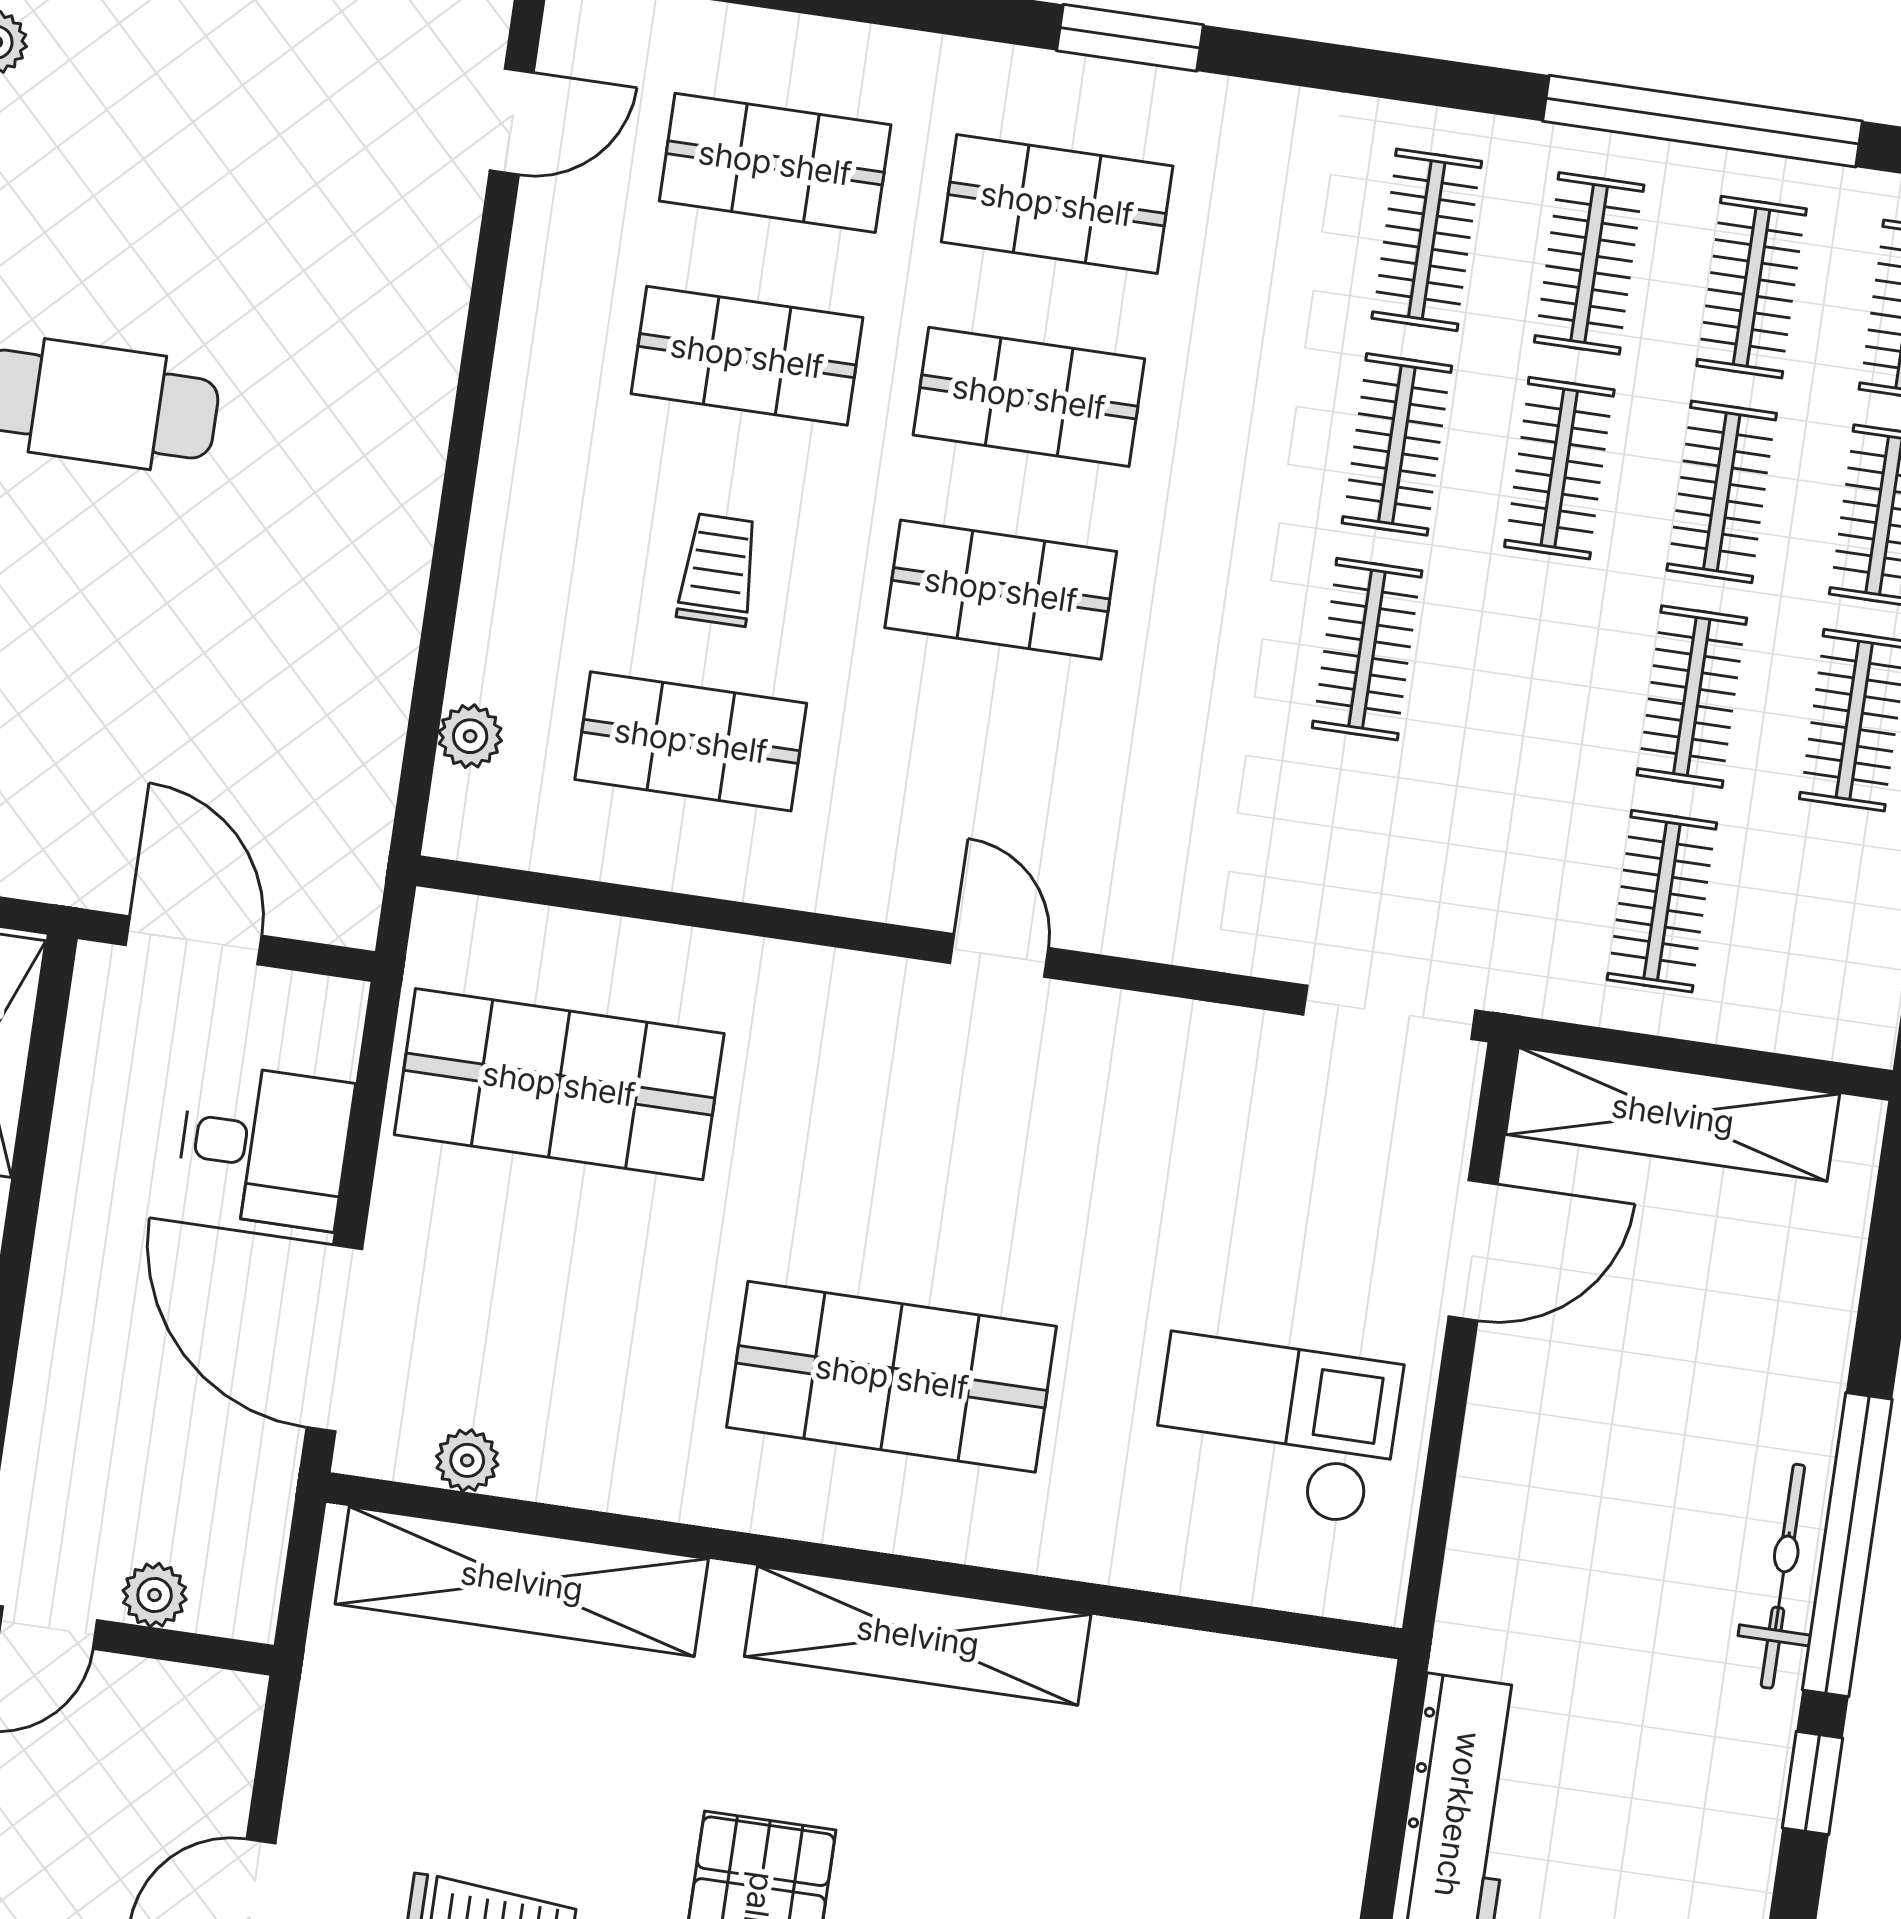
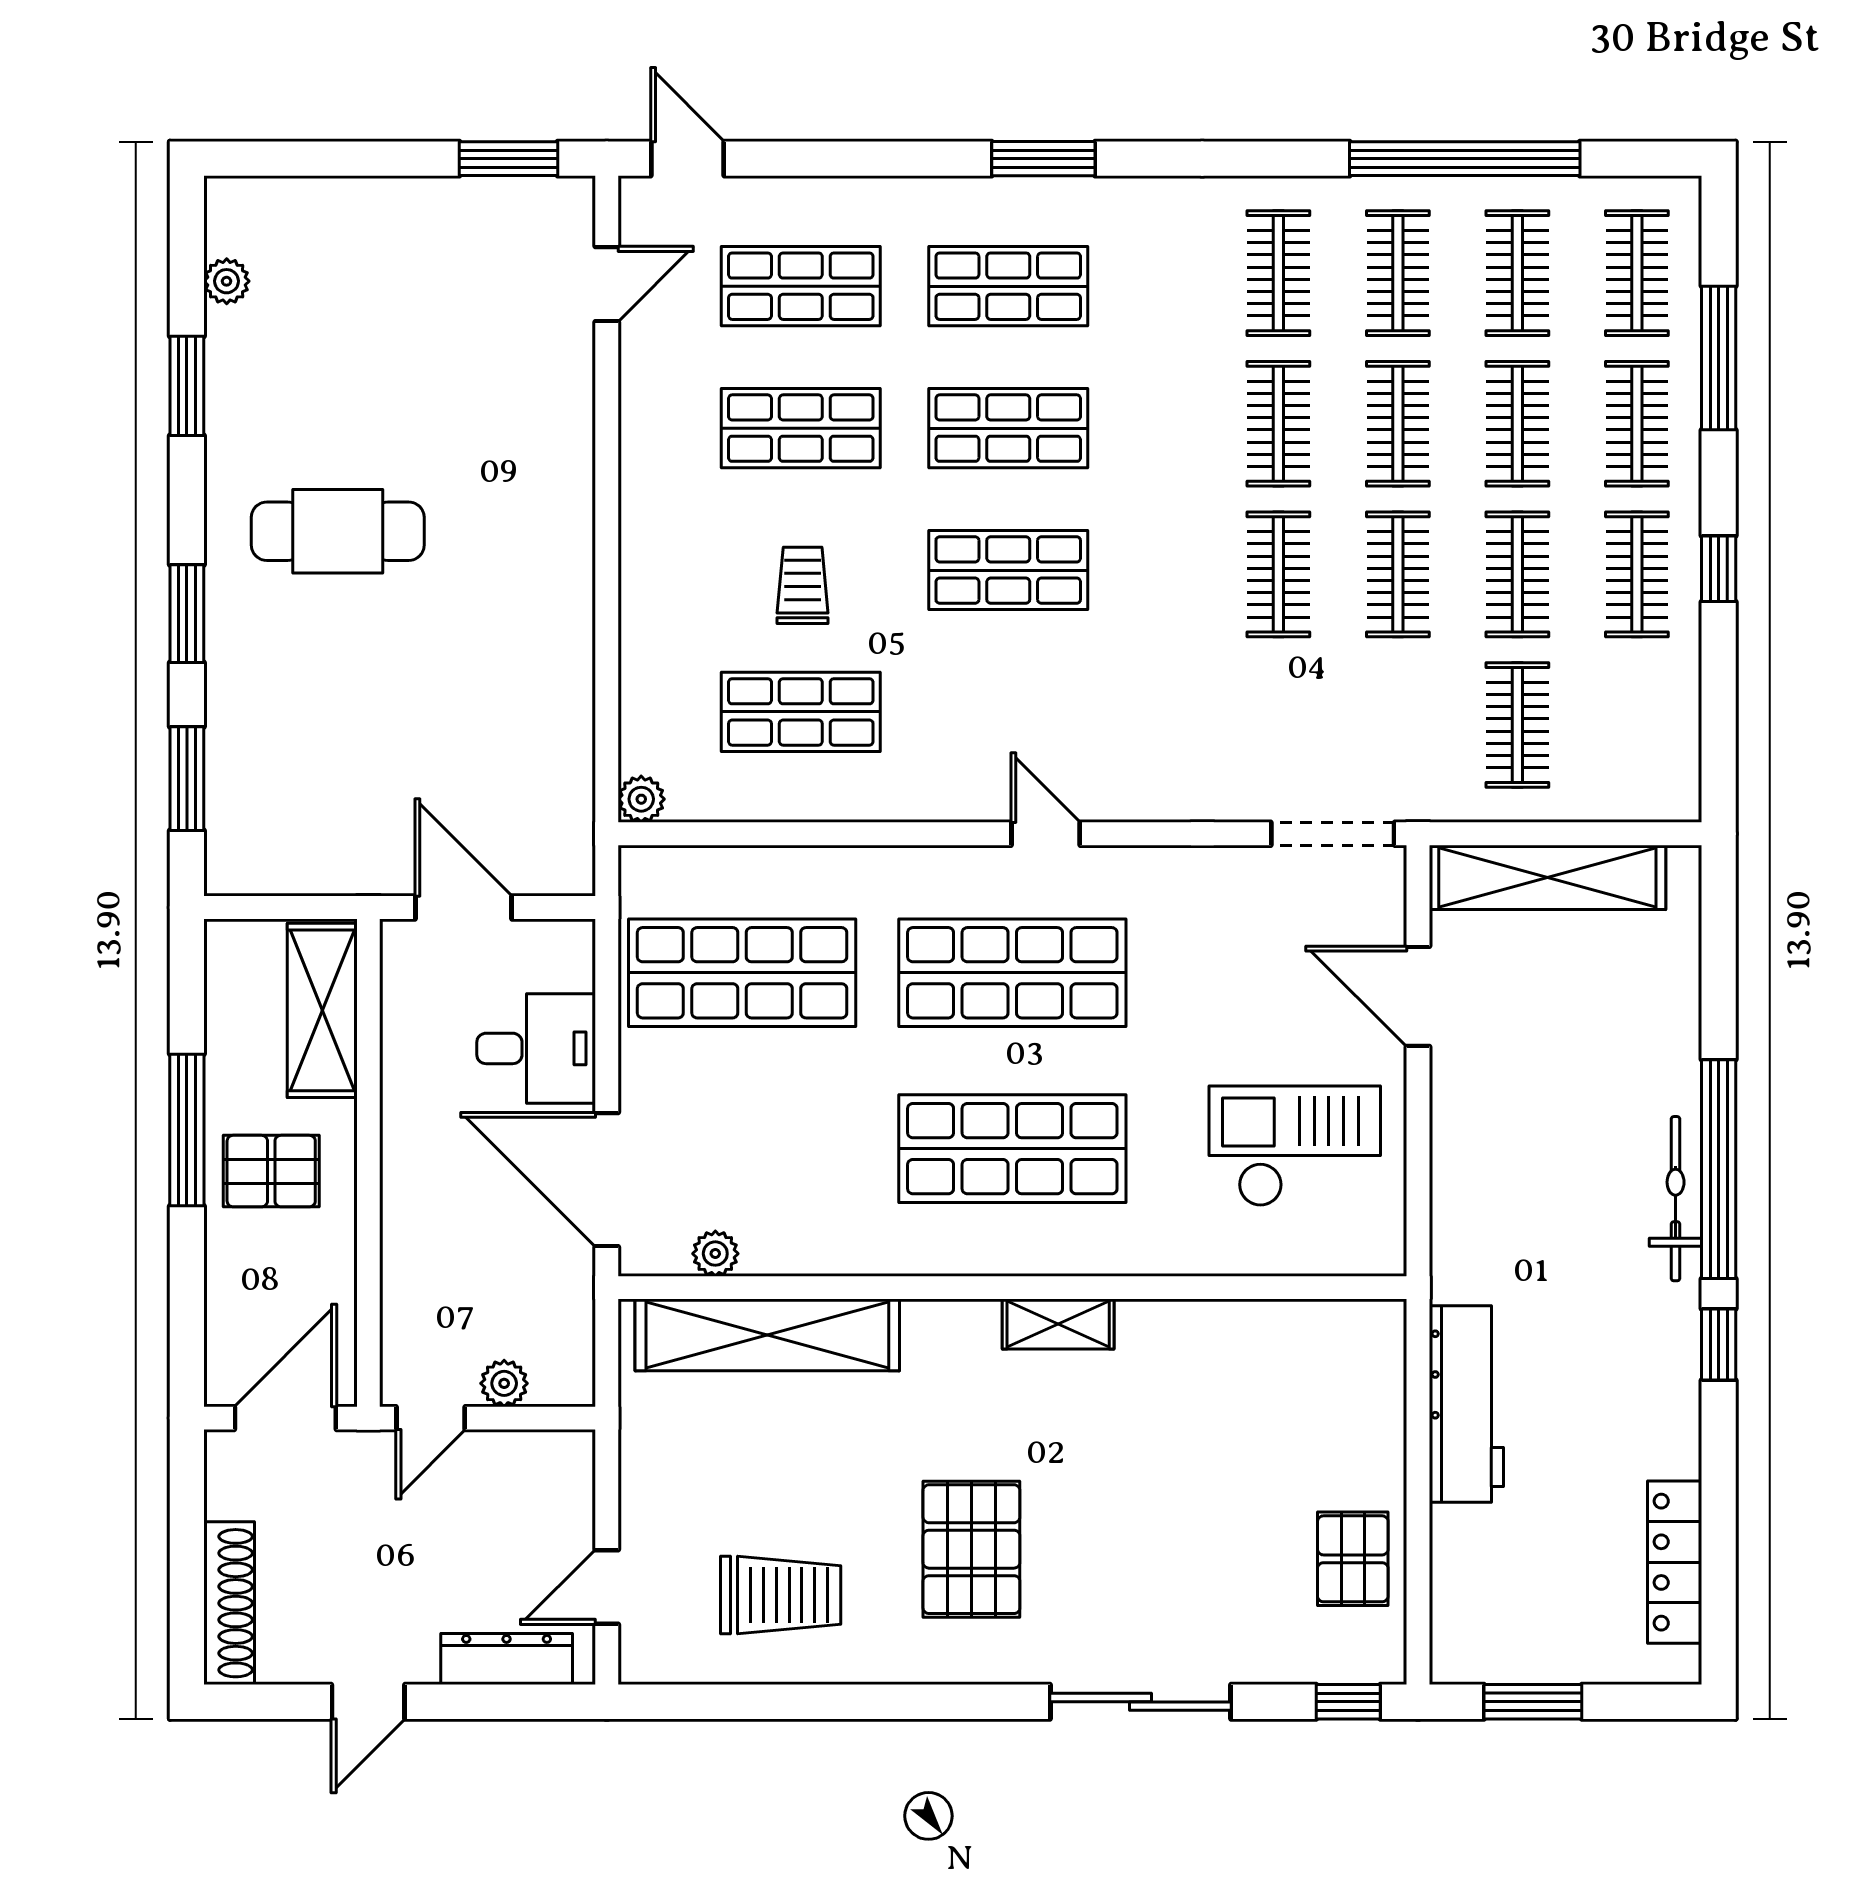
clothes rail: (1529, 673) -> (1398, 574), added
plant: (470, 736) -> (641, 799), moved
shop shelf: (926, 1138) -> (1012, 973), added
door: (1473, 1250) -> (1418, 996), swing flipped
shelving: (918, 1636) -> (1058, 1324), width x0.45, depth x0.75

